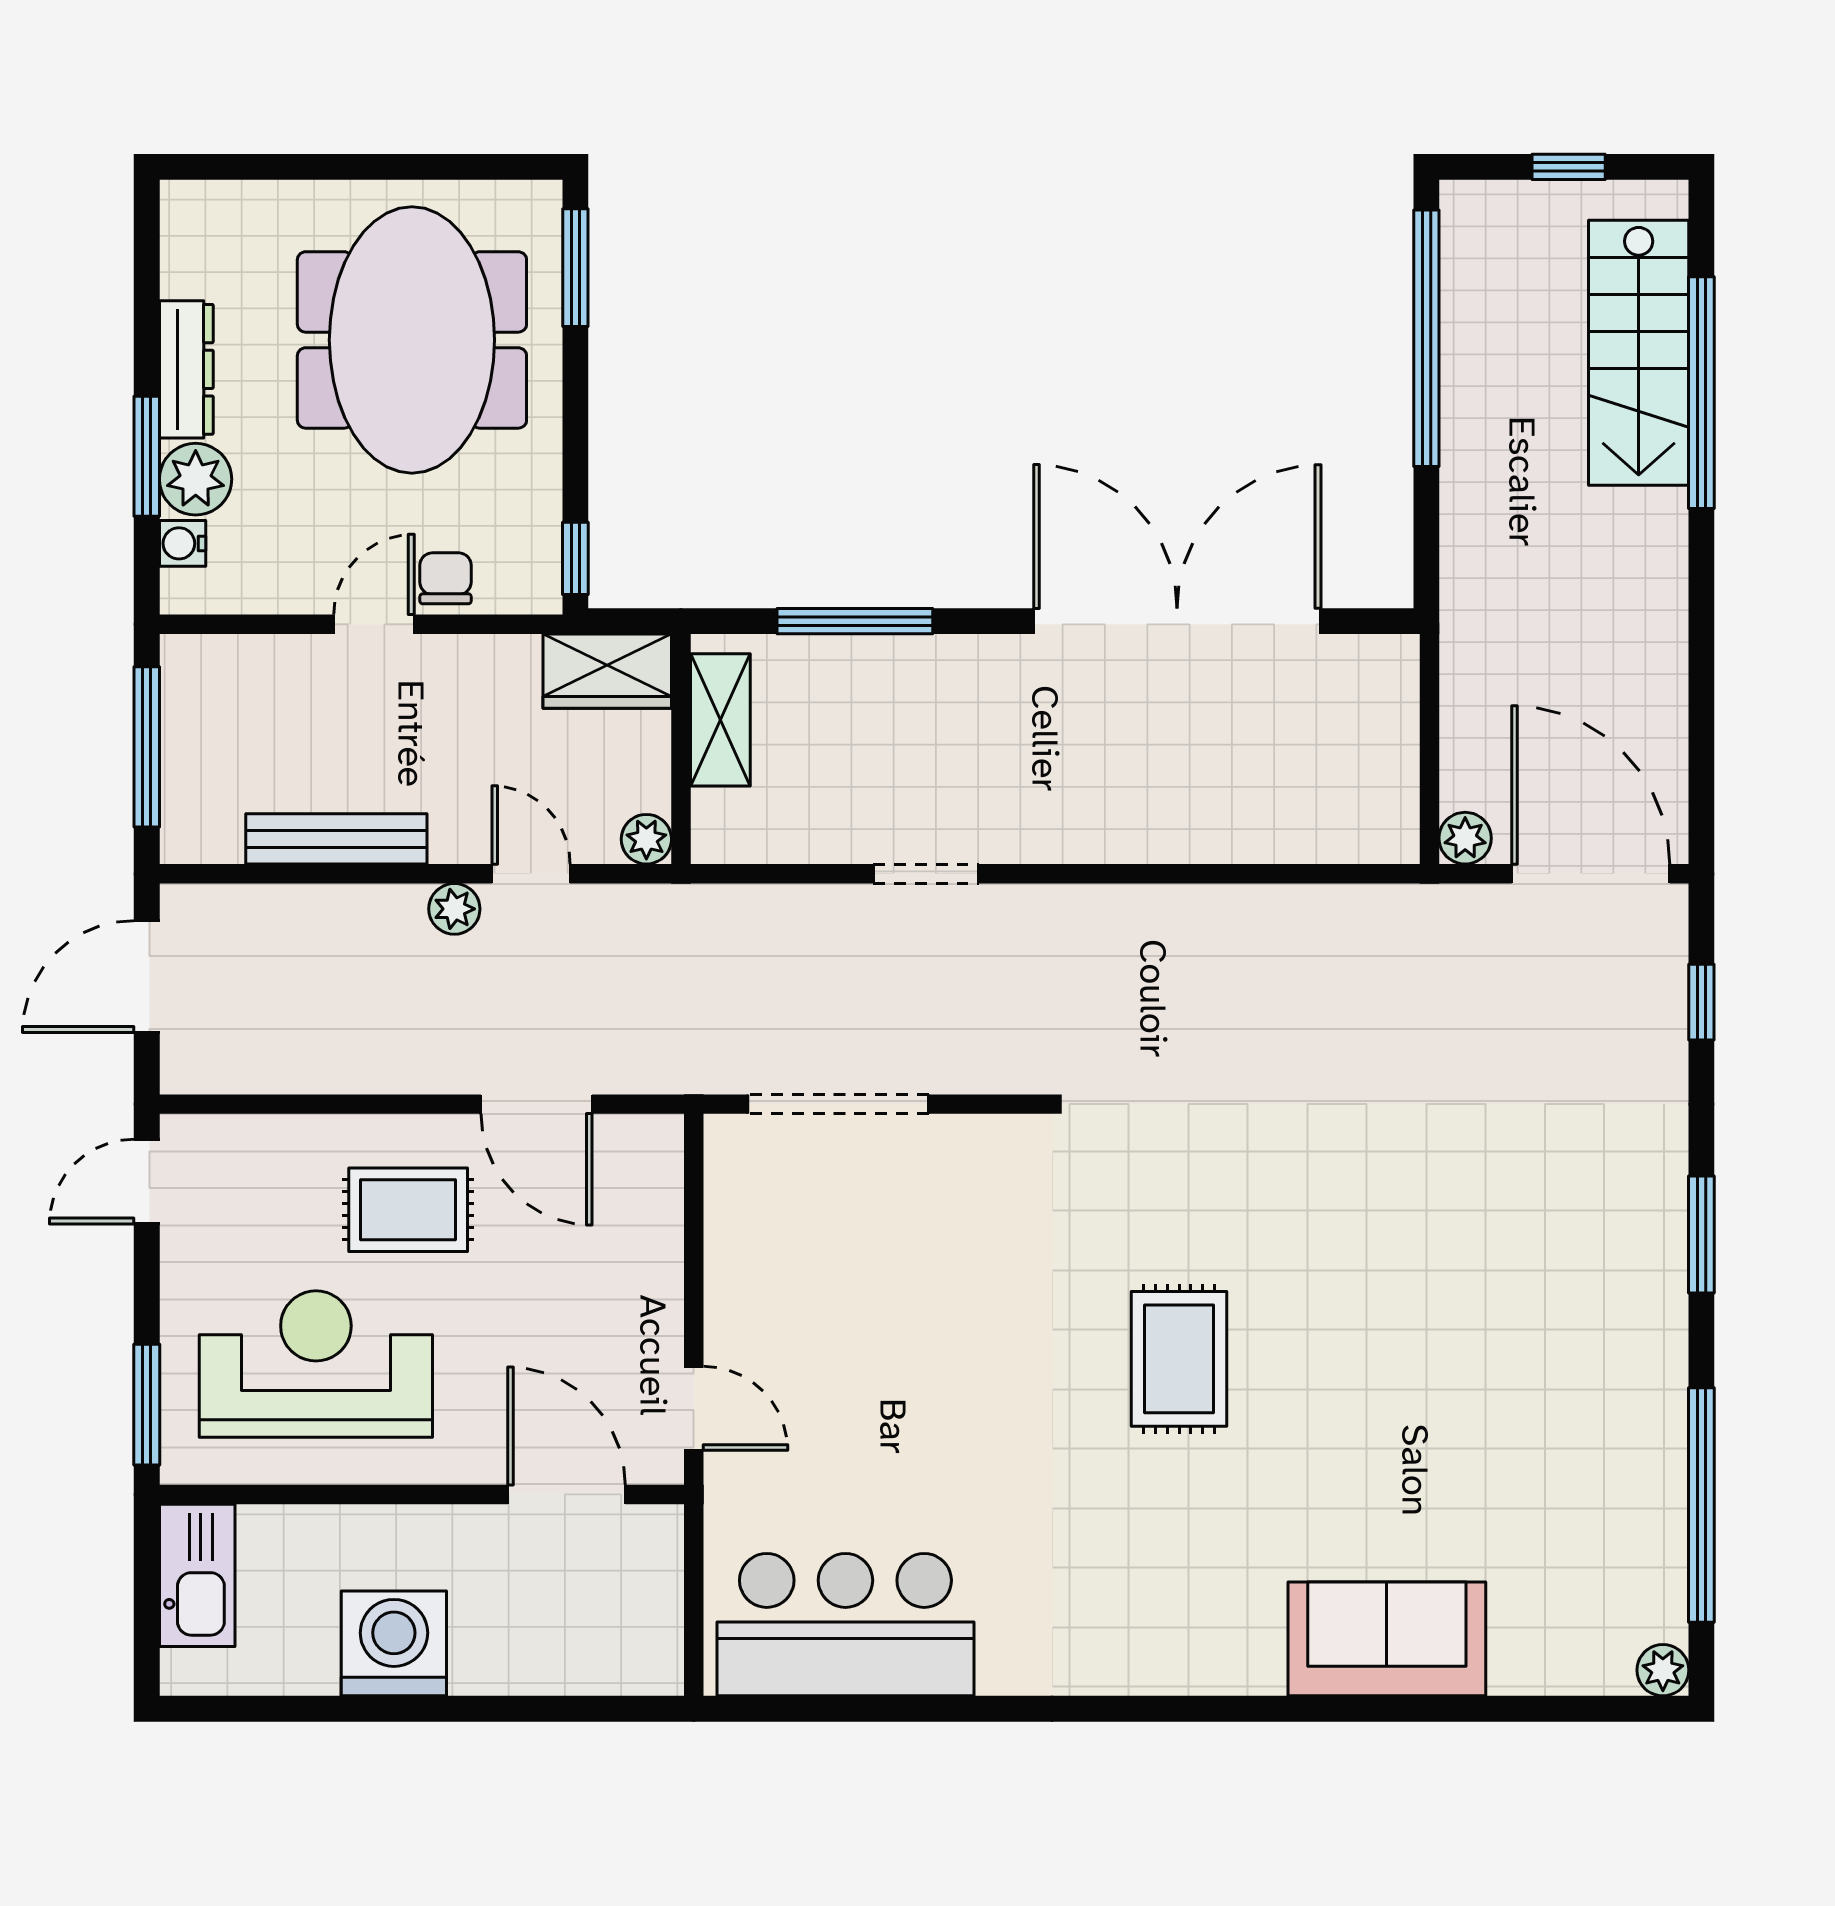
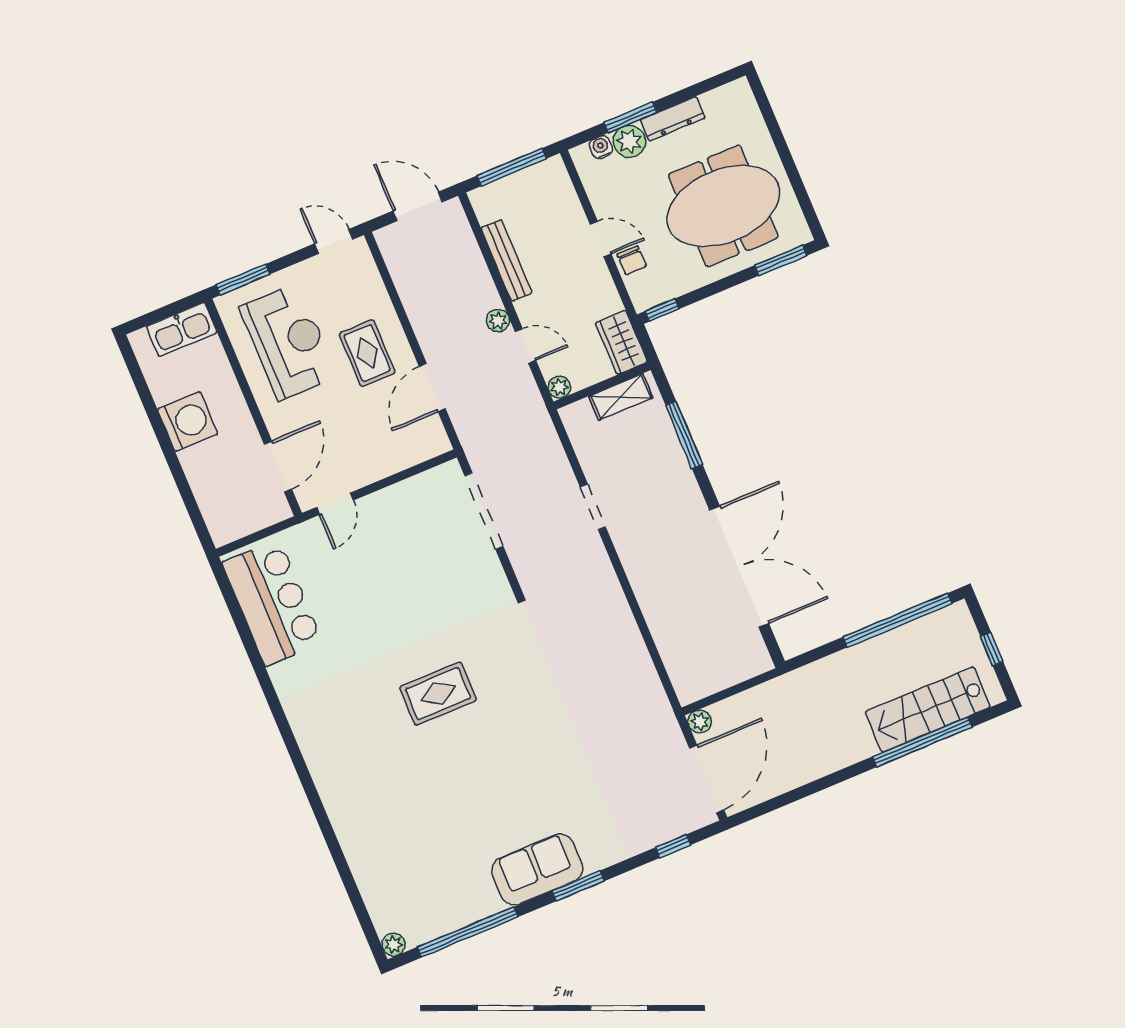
chair: (446, 578) -> (632, 260), turned 90
door: (531, 874) -> (525, 346), hinge flipped
sofa: (1387, 1639) -> (537, 869), moved, turned -90

